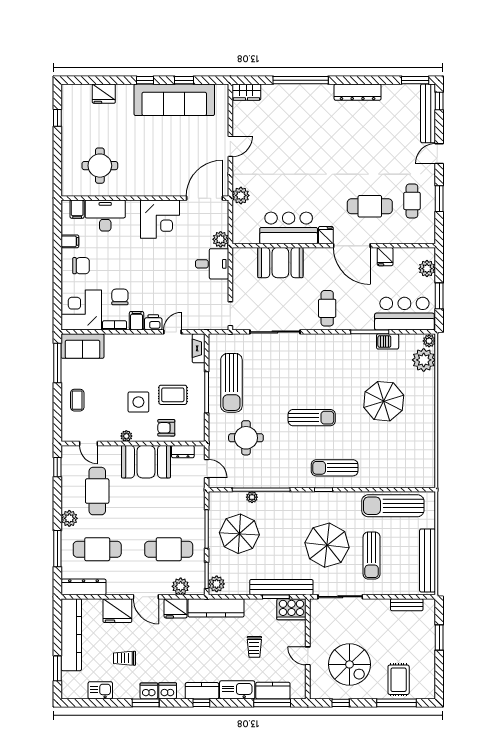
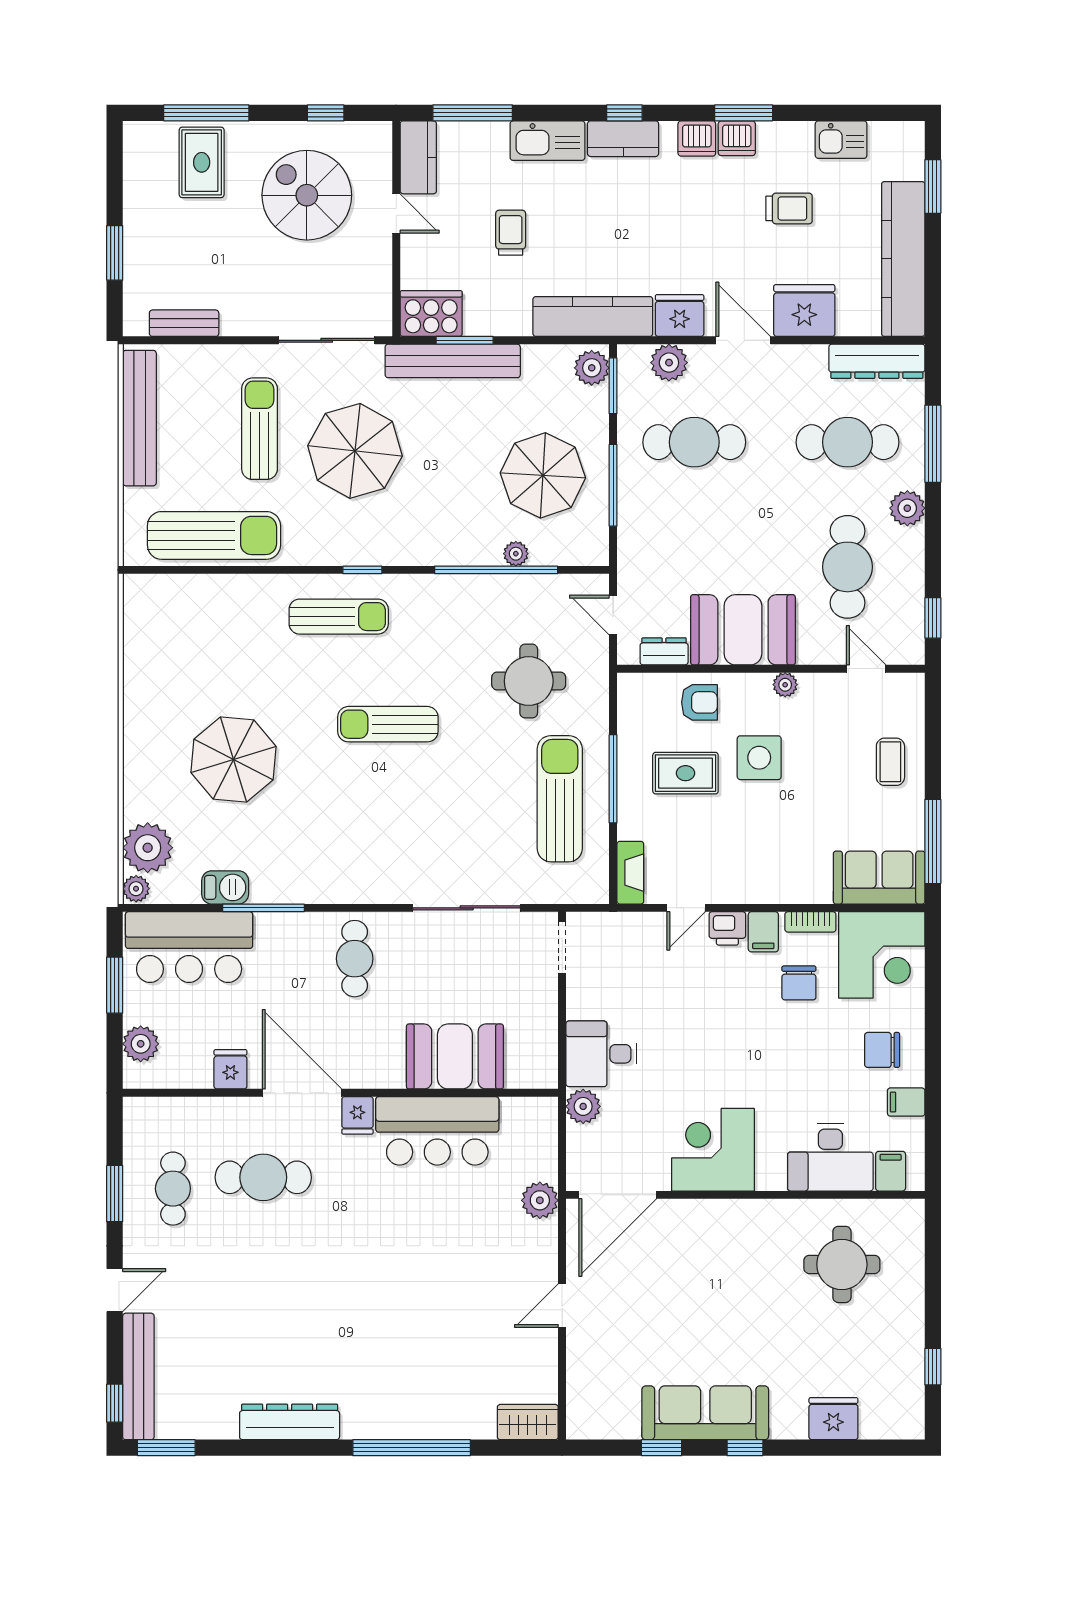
sofa: (174, 100) -> (705, 1413), width x0.74, depth x0.79
kitchen counter: (273, 691) -> (418, 157), moved, turned -90

